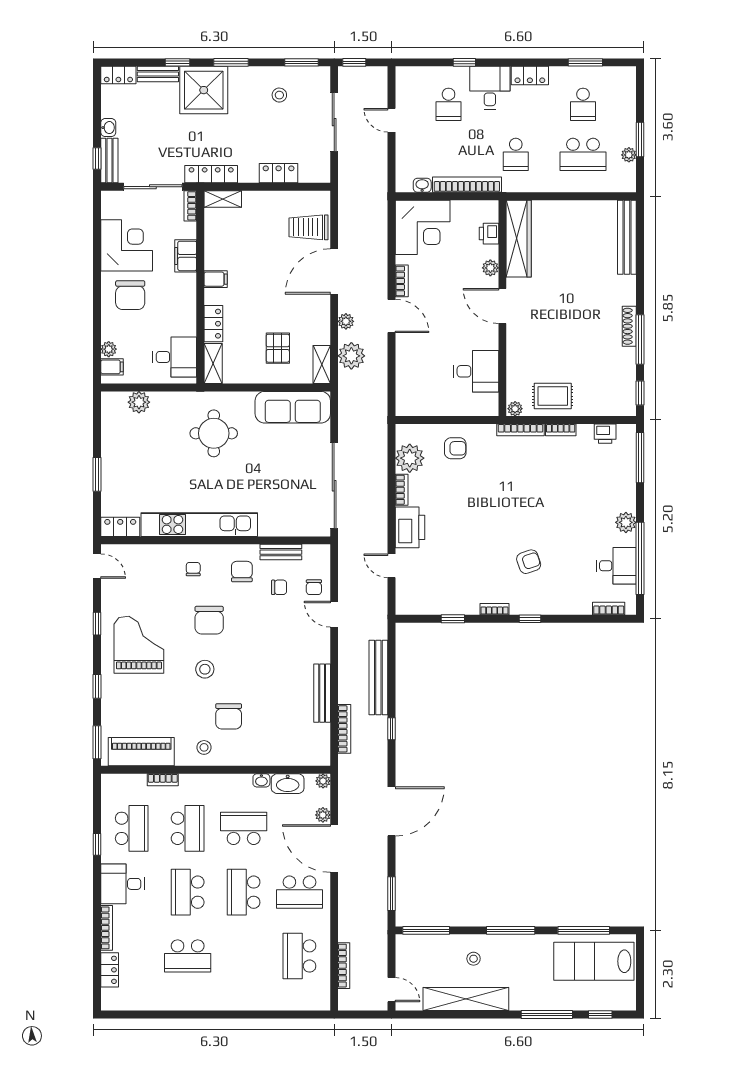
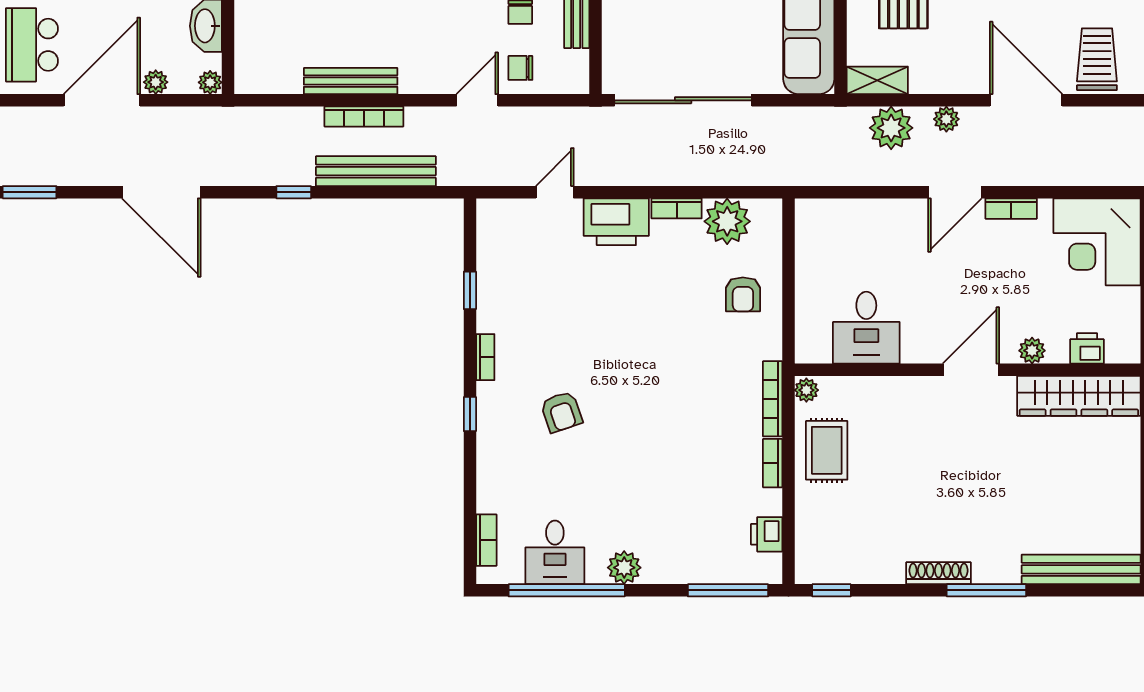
window: (640, 339) -> (986, 590), moved
bookcase: (344, 729) -> (364, 116), moved

